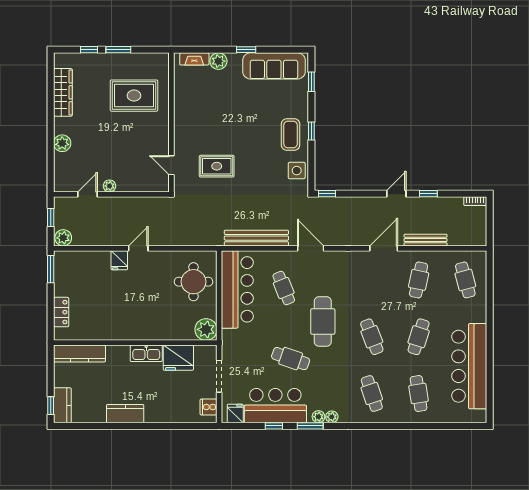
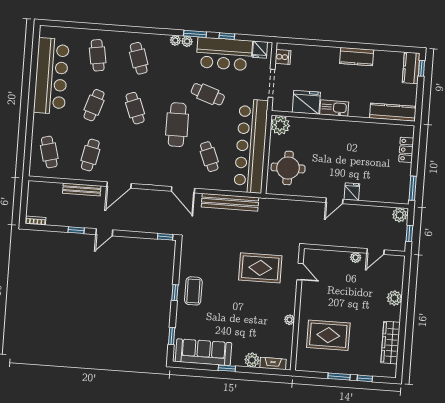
plant: (179, 110) -> (289, 320), added
rug: (217, 166) -> (260, 268), width x1.36, depth x1.43
side table: (297, 171) -> (190, 259), removed
bar counter: (237, 289) -> (251, 146), width x1.36

